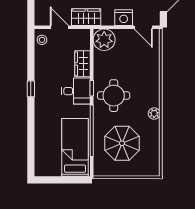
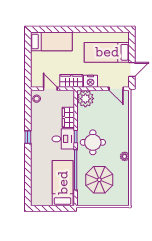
nightstand: (124, 18) -> (90, 81), moved

